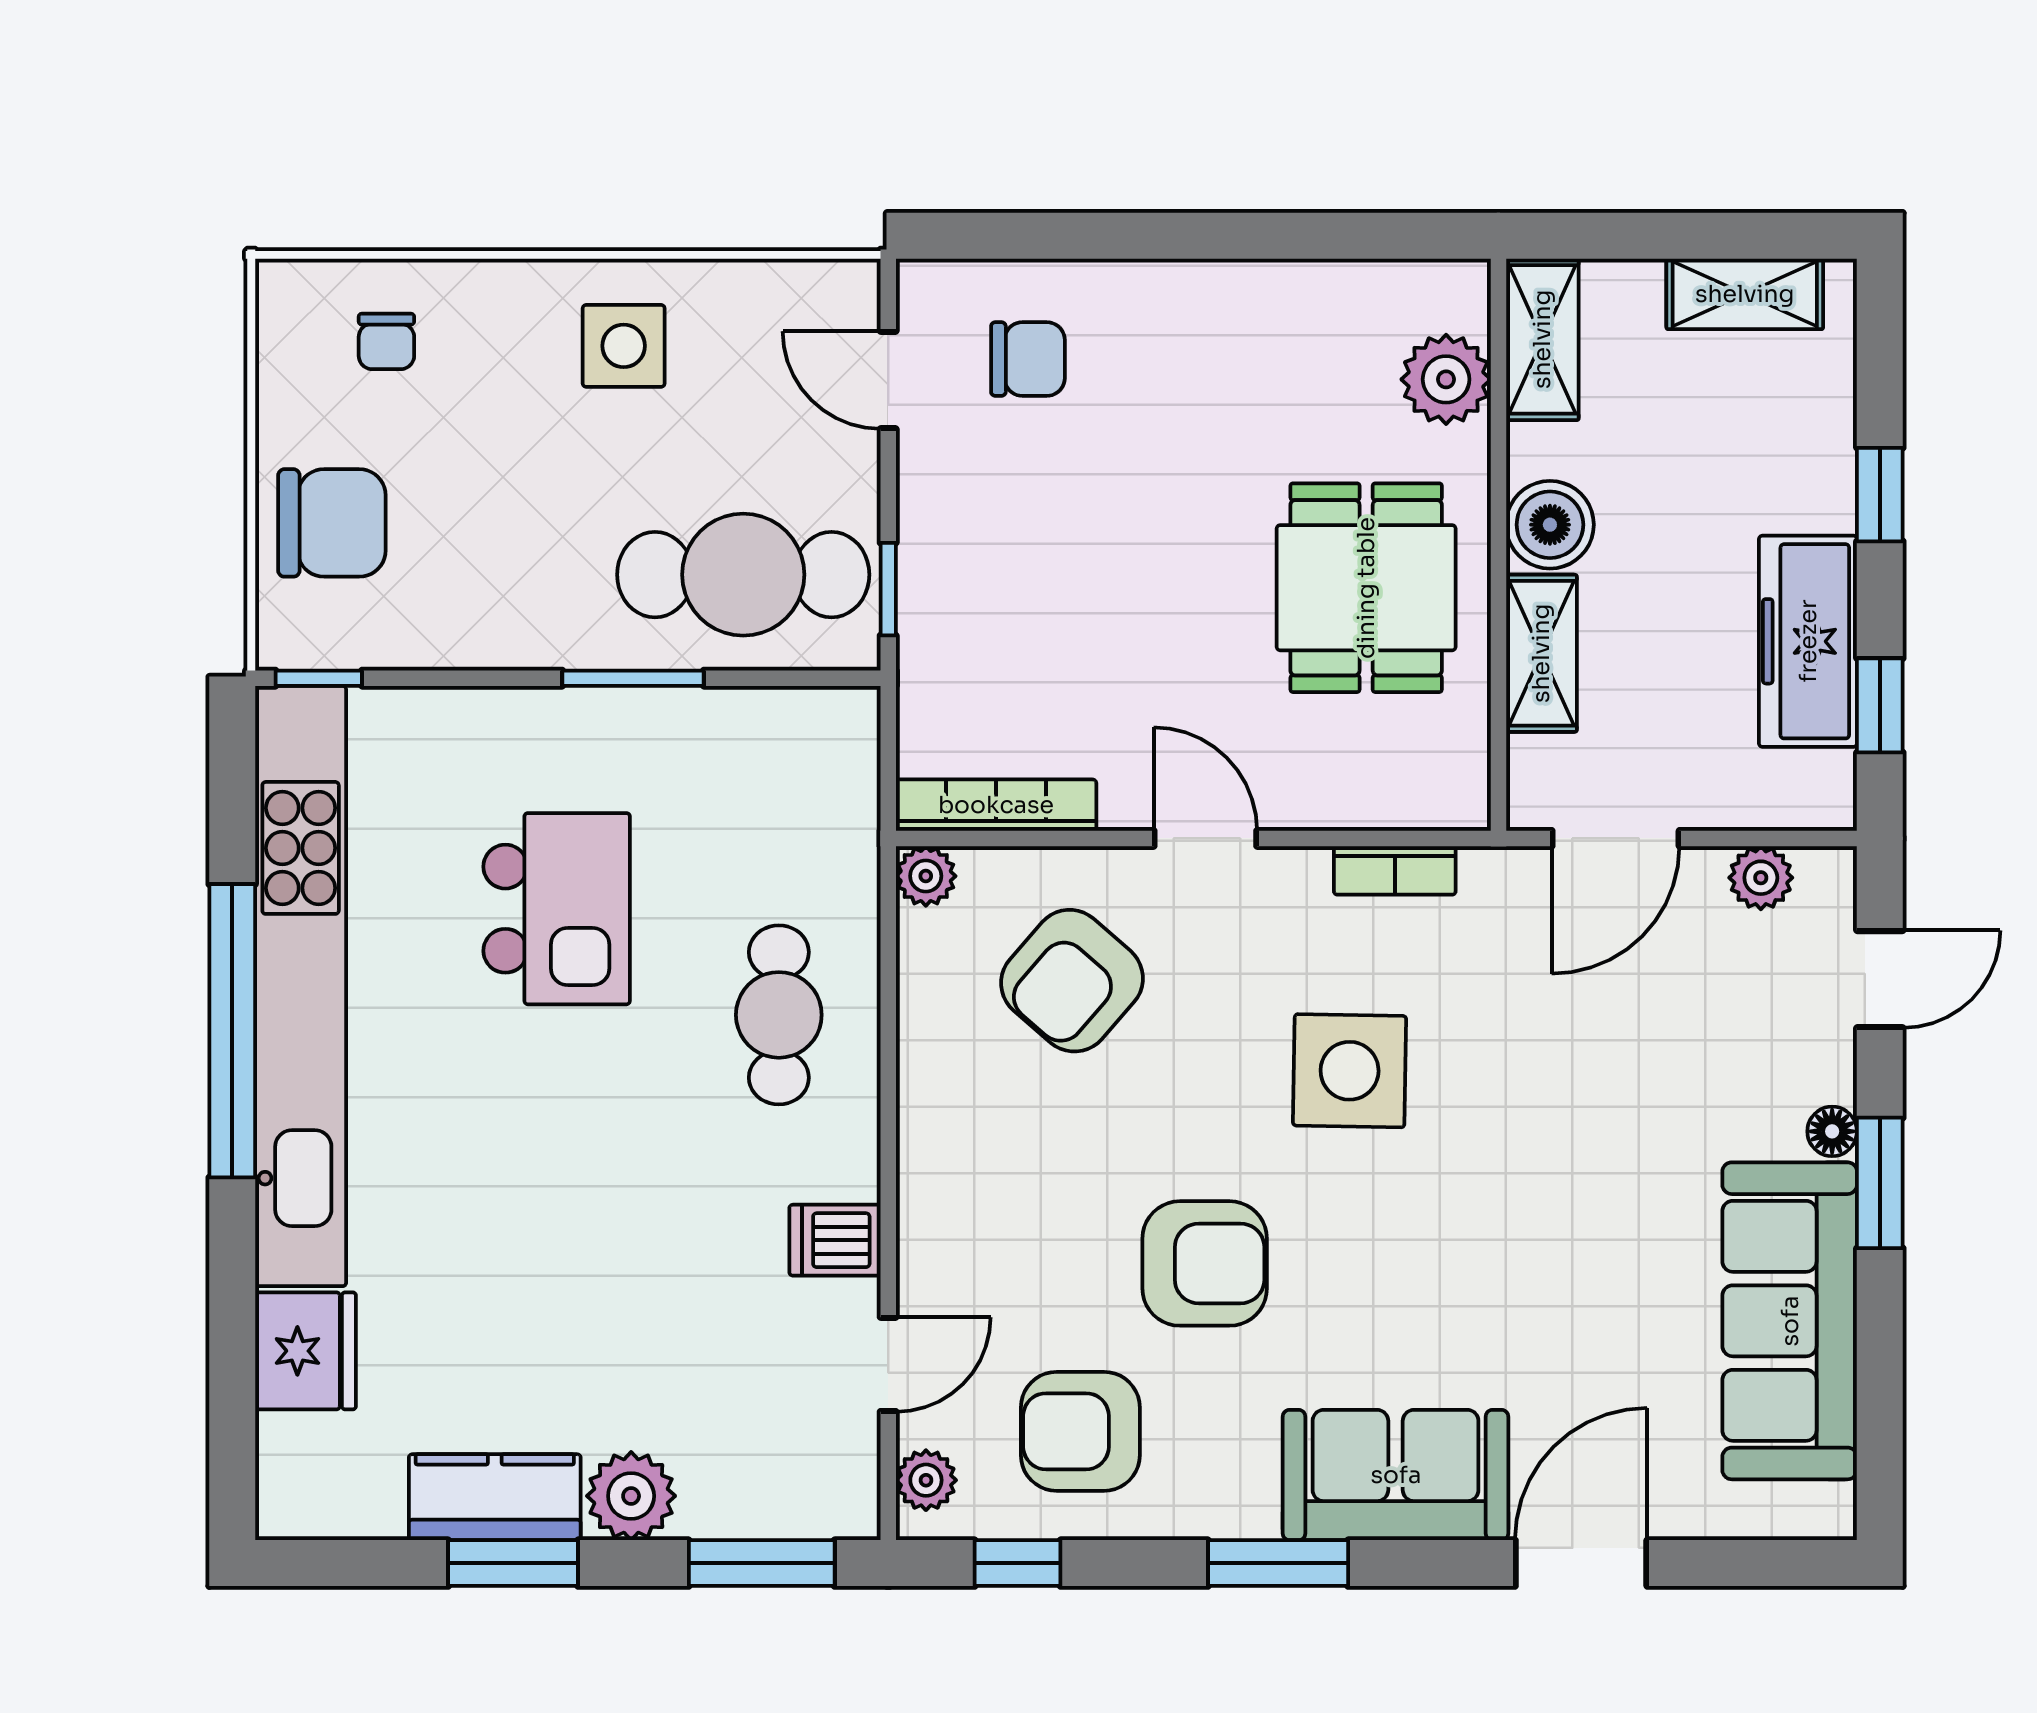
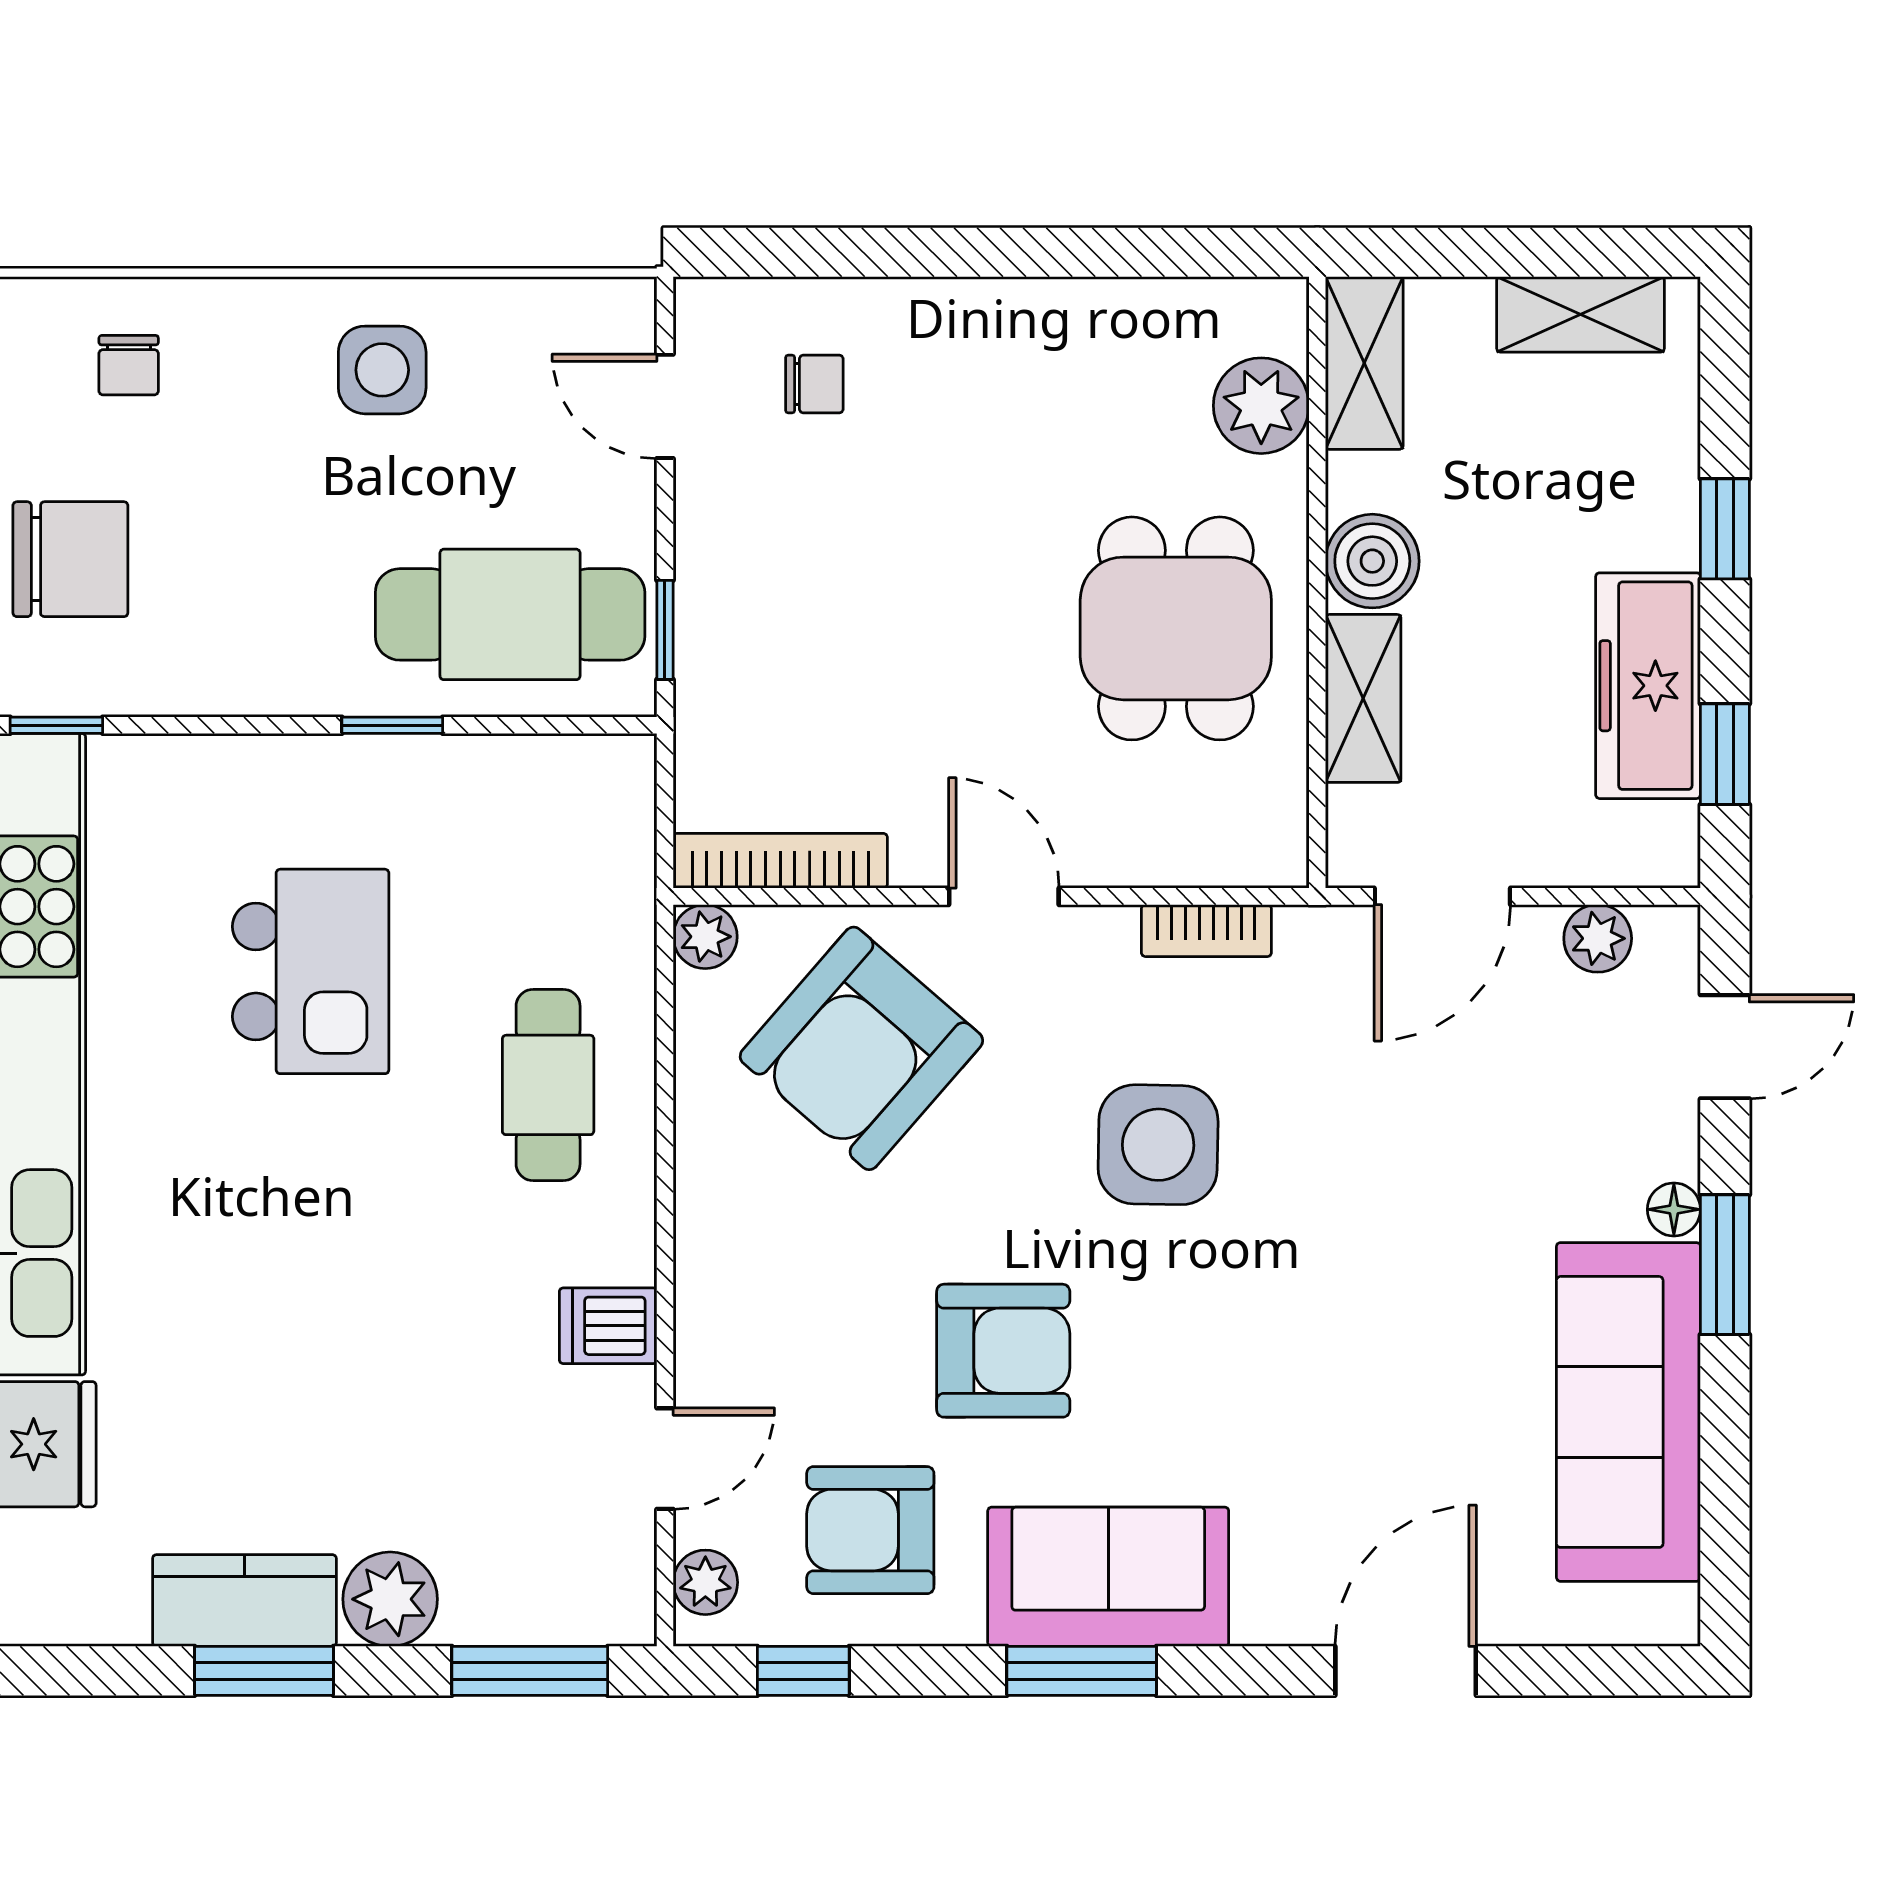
chair: (1028, 359) -> (814, 384), width x0.73, depth x0.73
window: (633, 678) -> (392, 725), width x0.67
armchair: (1072, 981) -> (861, 1048), width x1.36, depth x1.36
sofa: (1396, 1475) -> (1108, 1577), moved

